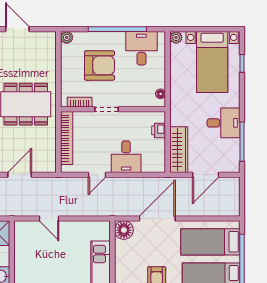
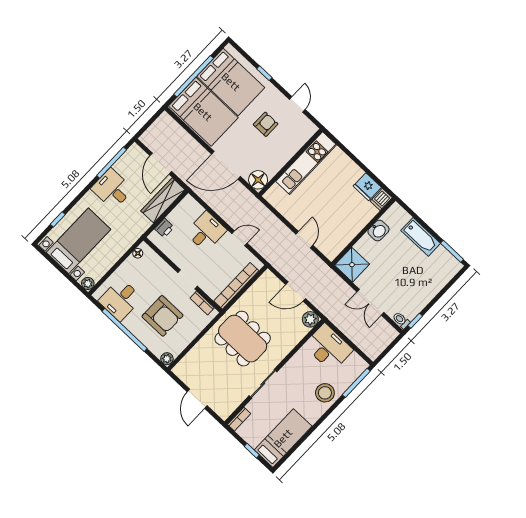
armchair: (100, 65) -> (162, 316), turned 180
door: (206, 175) -> (161, 164), swing flipped
bed: (210, 242) -> (203, 112), width x1.50

